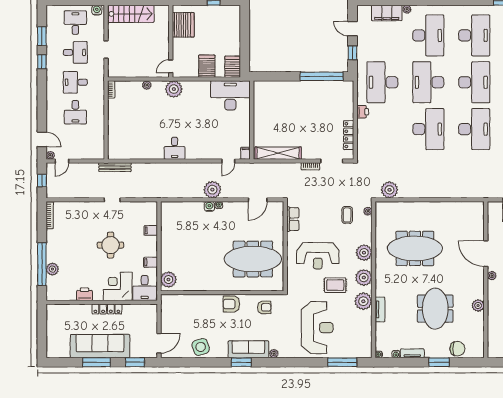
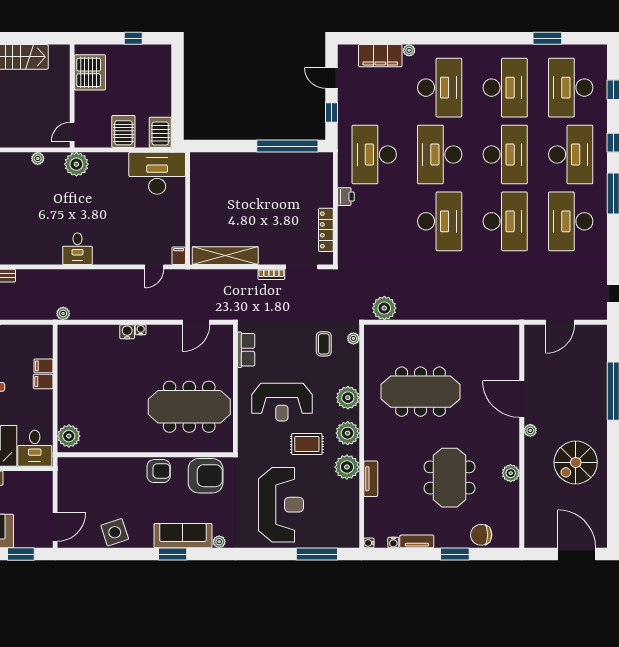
plant: (212, 190) -> (63, 313), moved, width x0.53, depth x0.53
filing cabinet: (150, 262) -> (43, 381), moved
armchair: (231, 304) -> (159, 471), turned 180
armchair: (264, 307) -> (206, 476), width x1.88, depth x1.88
chair: (457, 349) -> (481, 535), turned 180

